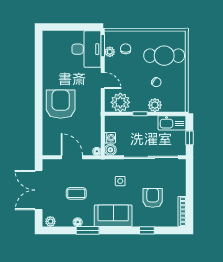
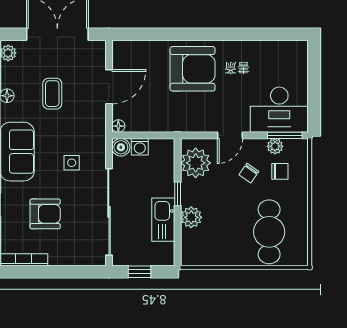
chair: (156, 82) -> (249, 173), moved
kitchen sink: (172, 123) -> (163, 220), moved

